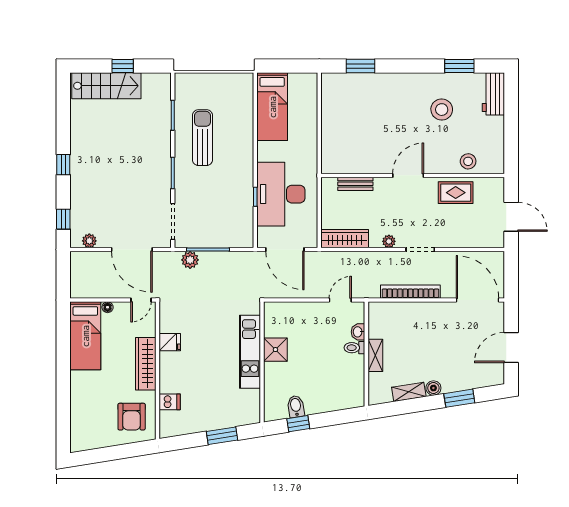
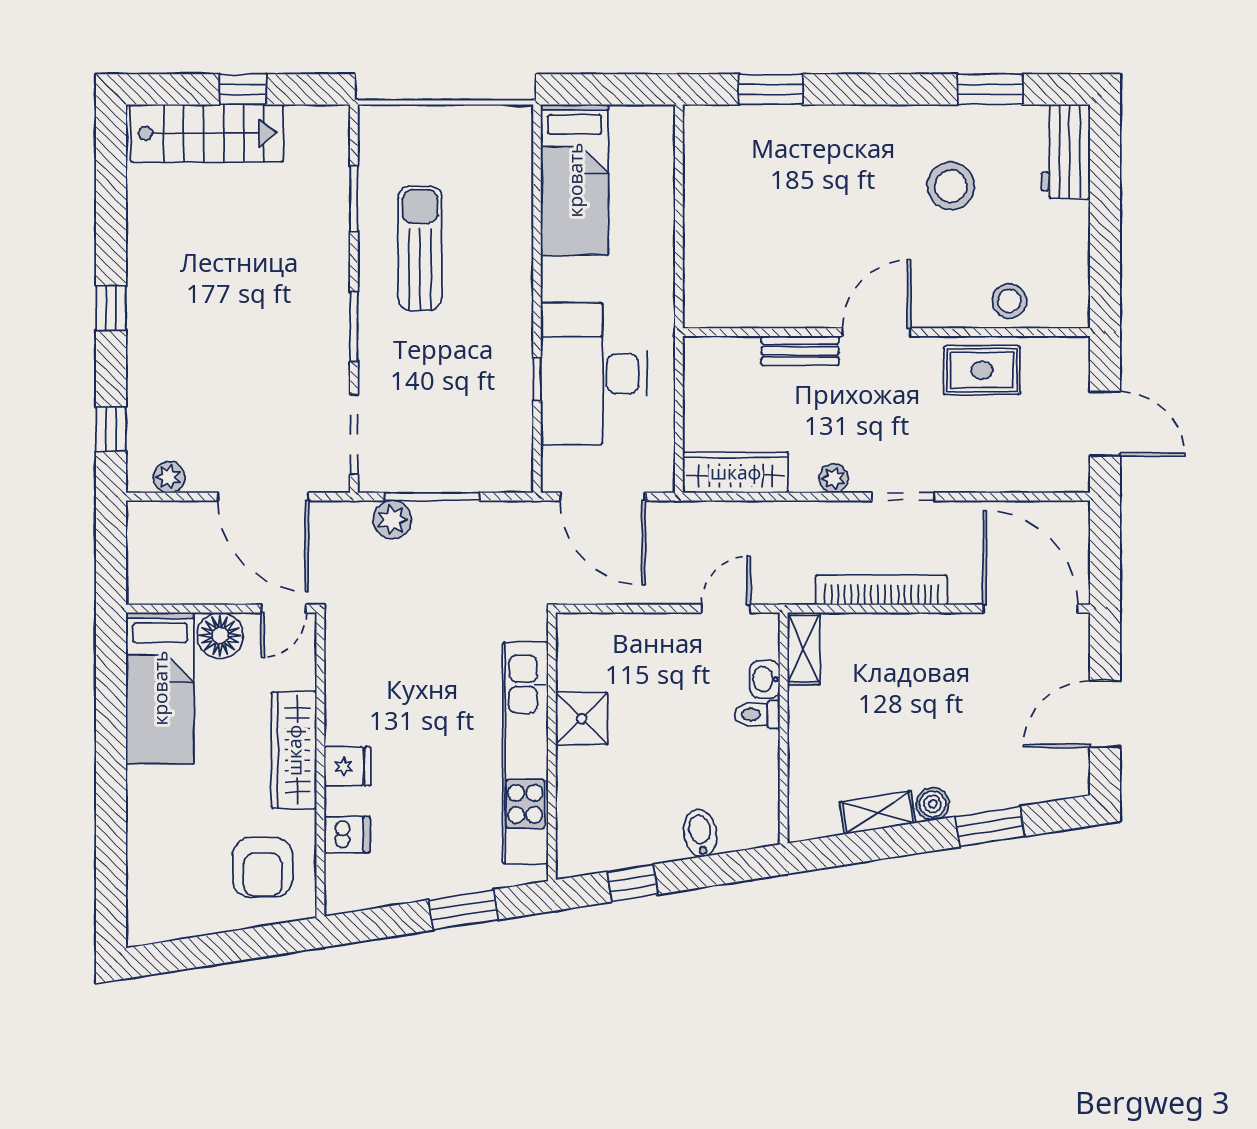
bench: (355, 184) -> (800, 351), moved
floor lamp: (108, 307) -> (220, 636), width x1.89, depth x1.89
fridge: (170, 342) -> (347, 766), moved
kitchen unit: (250, 352) -> (525, 753), width x1.36
shelving: (375, 355) -> (804, 649), moved
bidet: (296, 406) -> (700, 833), moved

